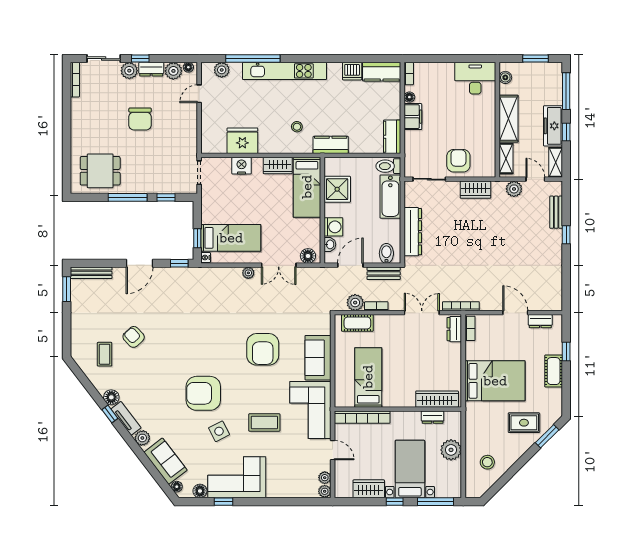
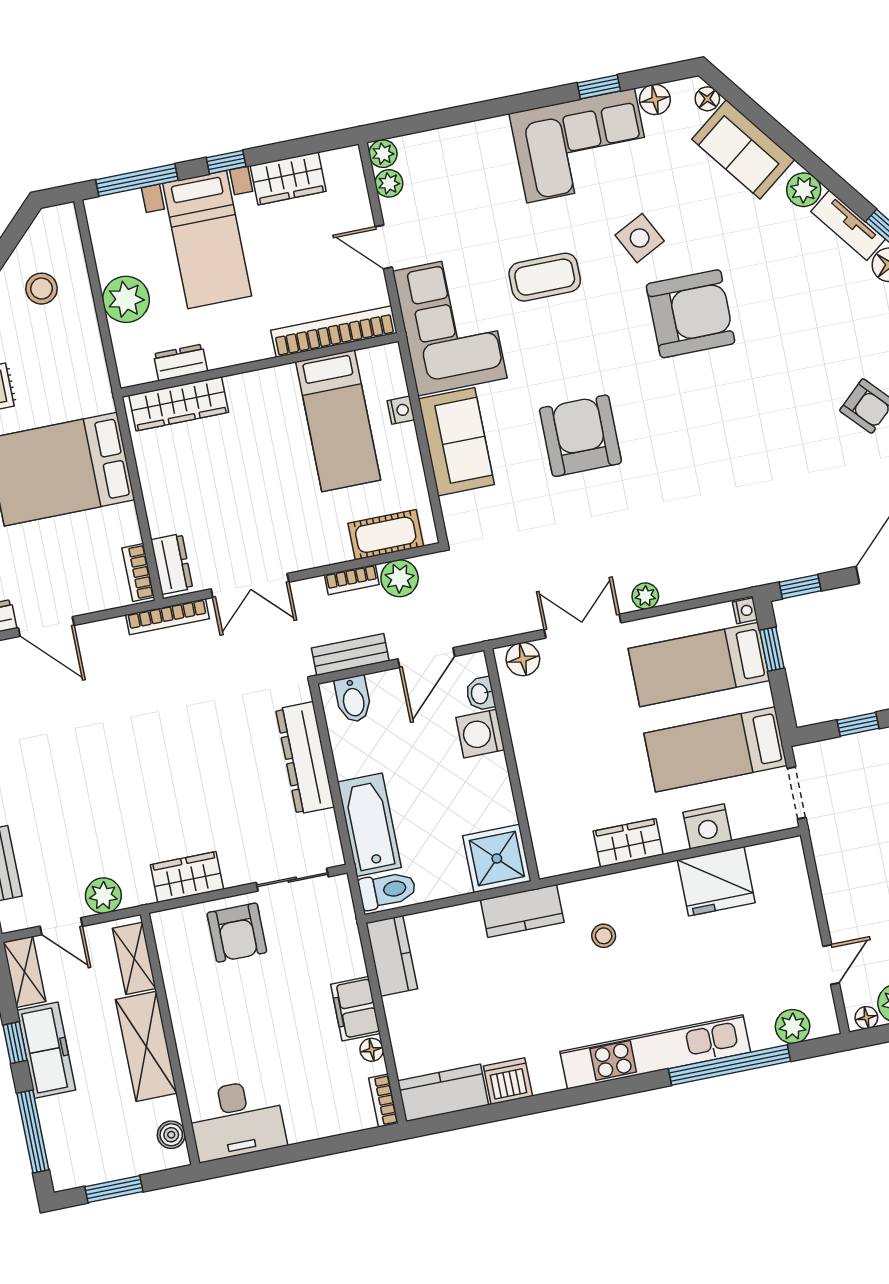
bed: (307, 187) -> (715, 749), moved, turned -90
shower: (337, 189) -> (497, 859), moved
nightstand: (340, 377) -> (401, 410), added

